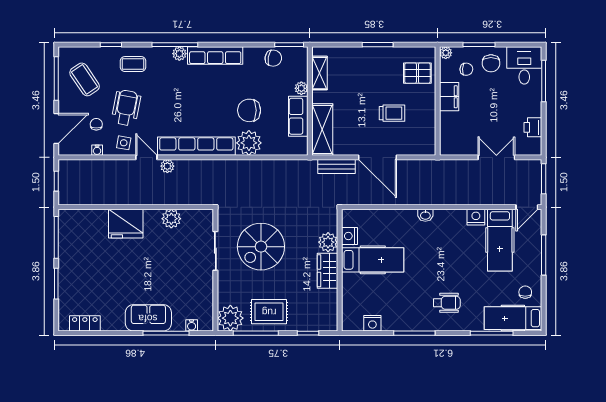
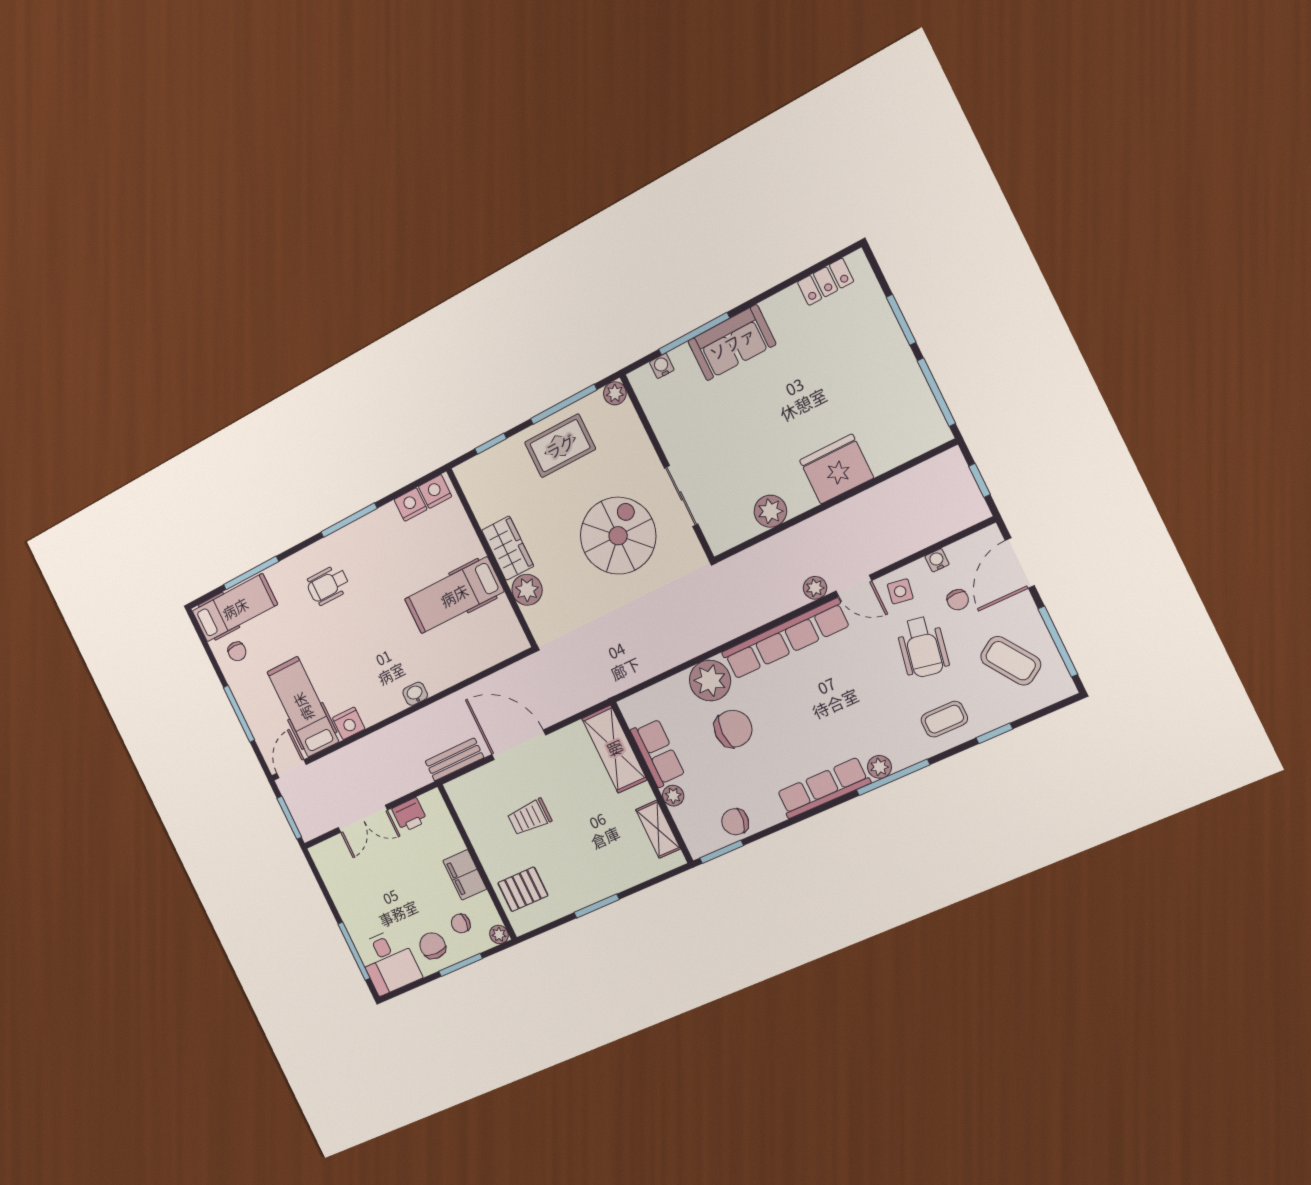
printer: (533, 127) -> (410, 815), moved, turned 90
bench: (337, 166) -> (454, 759), moved
nightstand: (350, 236) -> (435, 491), moved, turned -90
plant: (230, 318) -> (615, 393), width x0.53, depth x0.53

